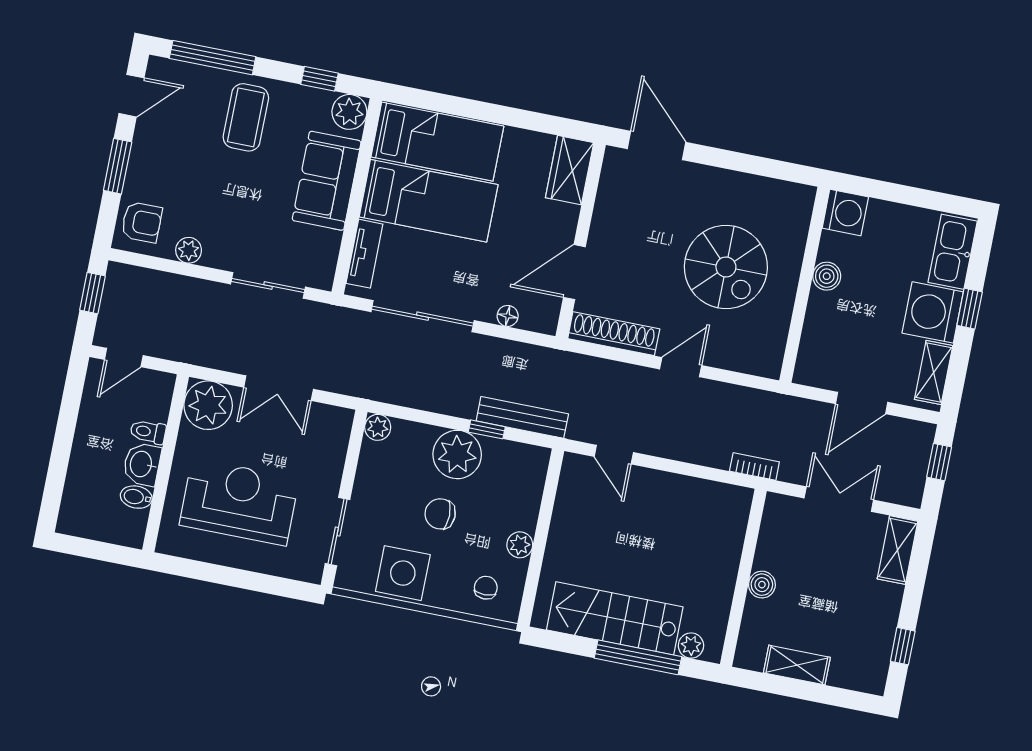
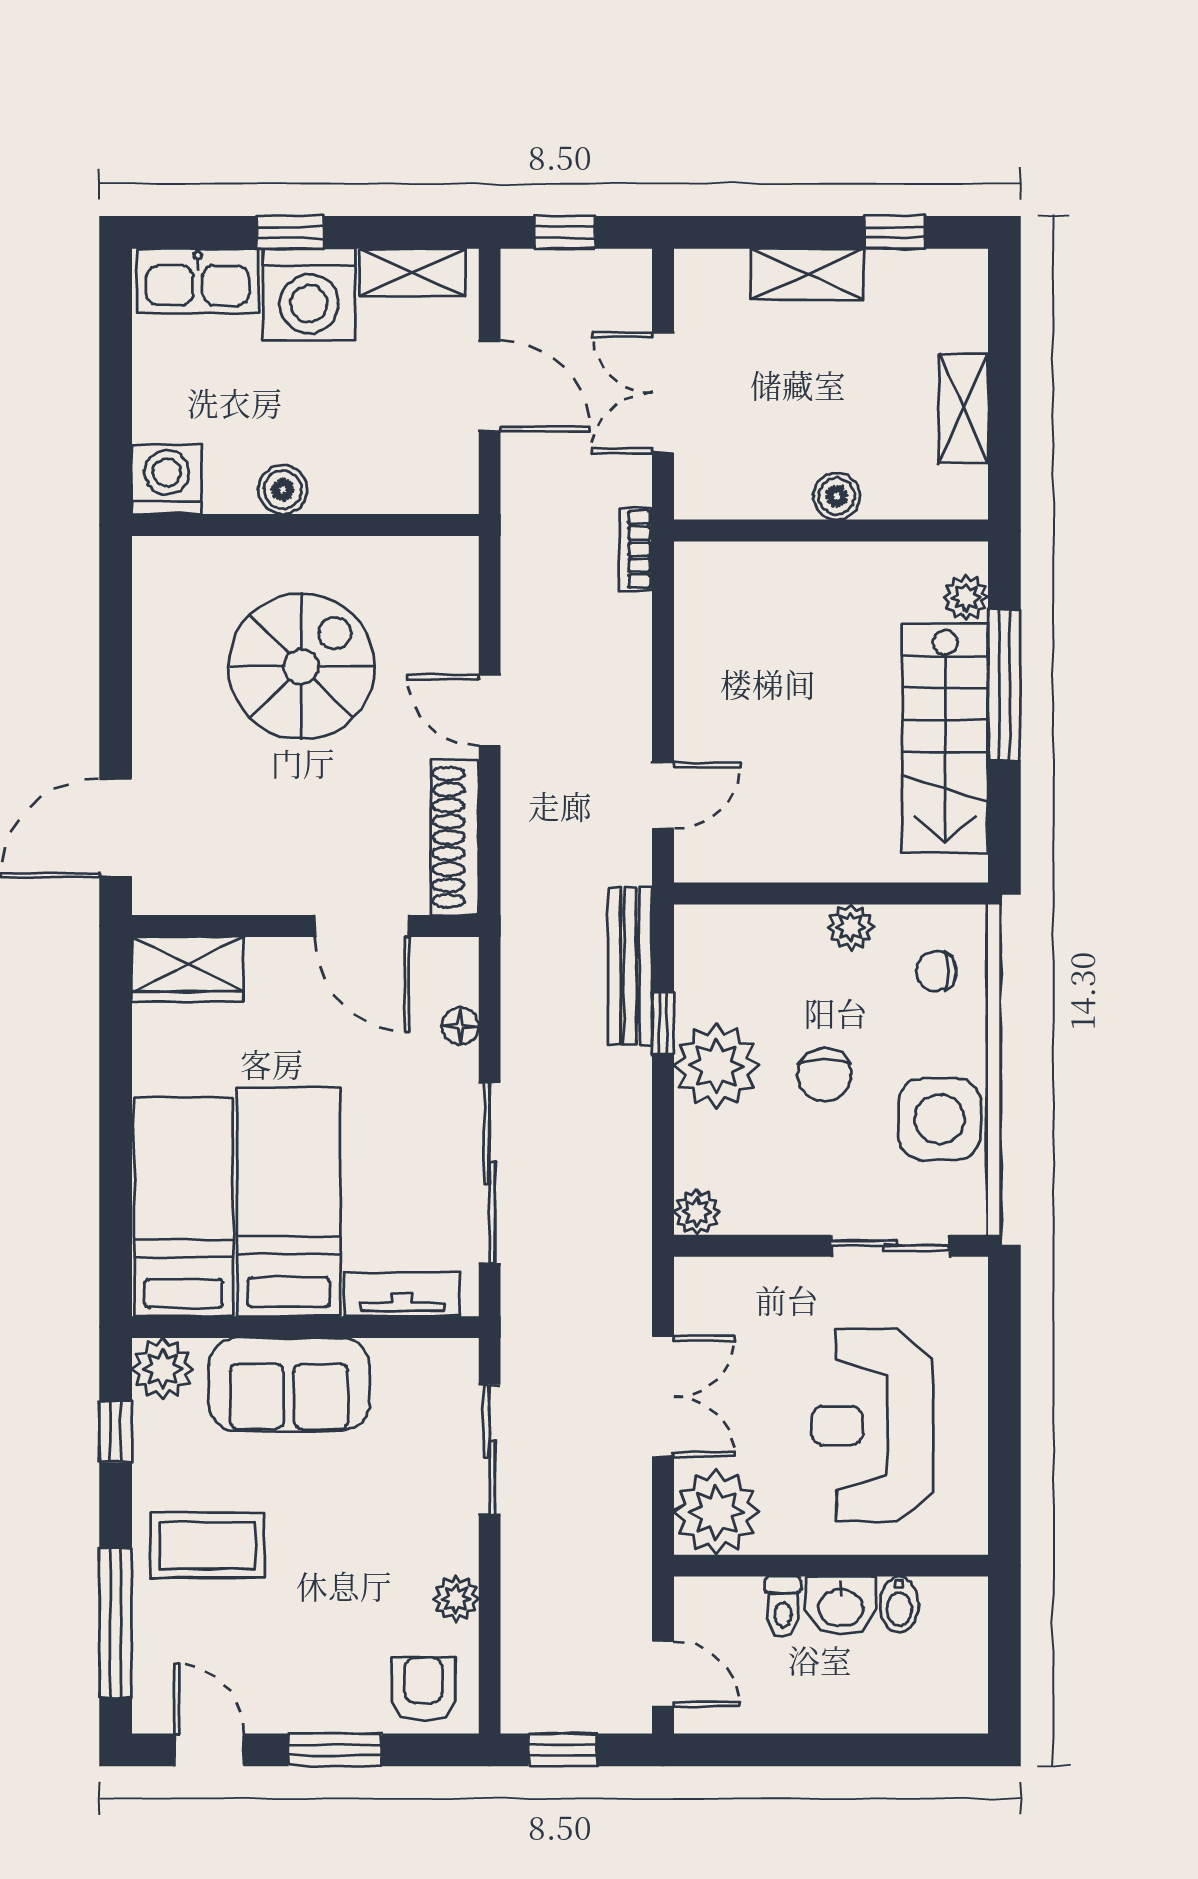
shelving: (898, 550) -> (807, 274), moved

